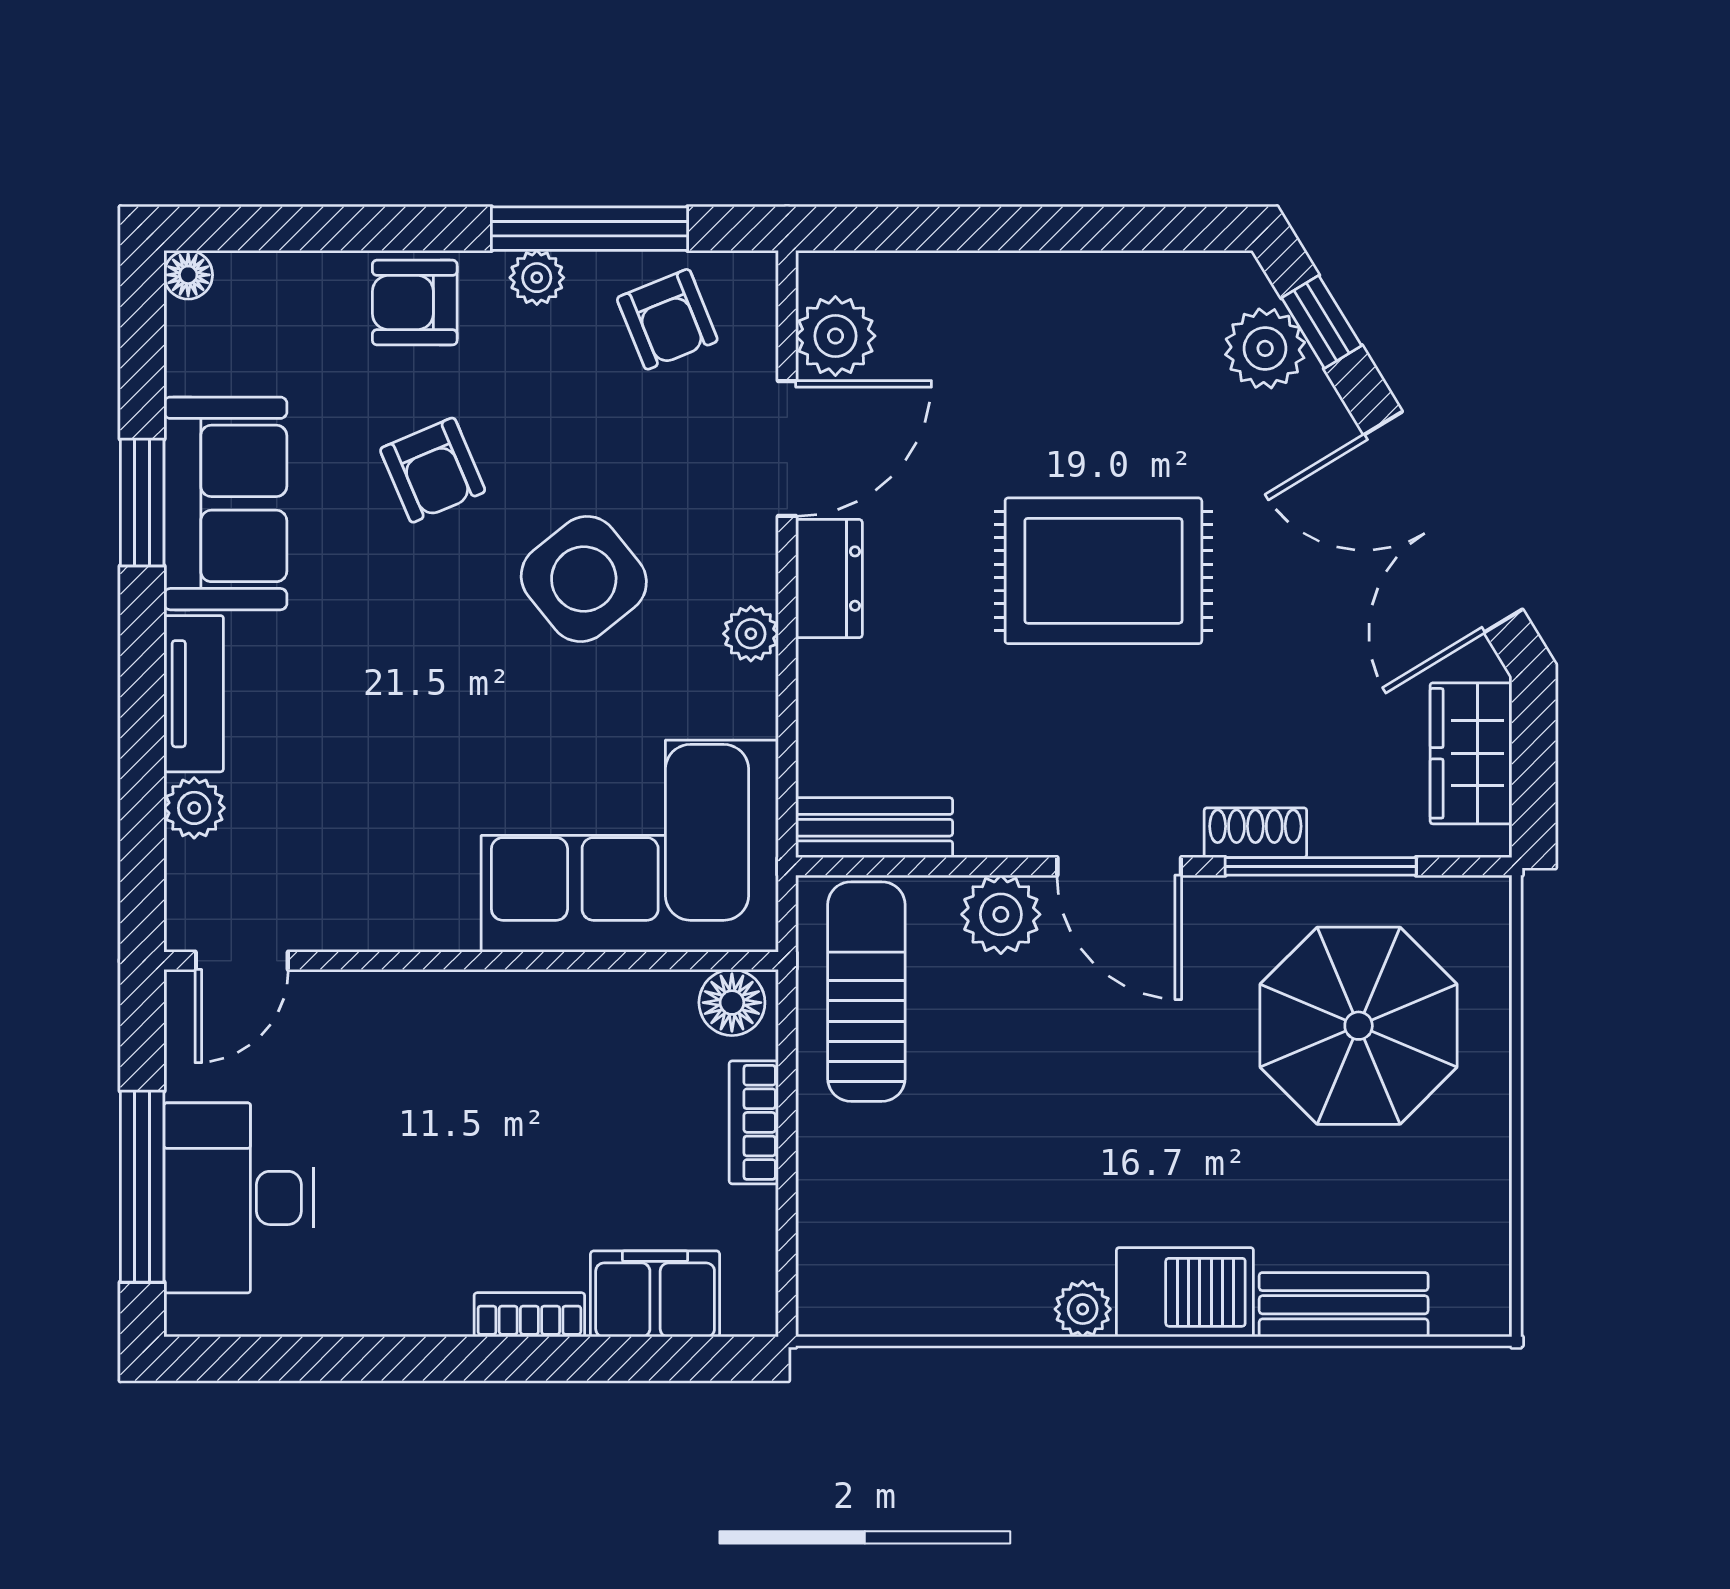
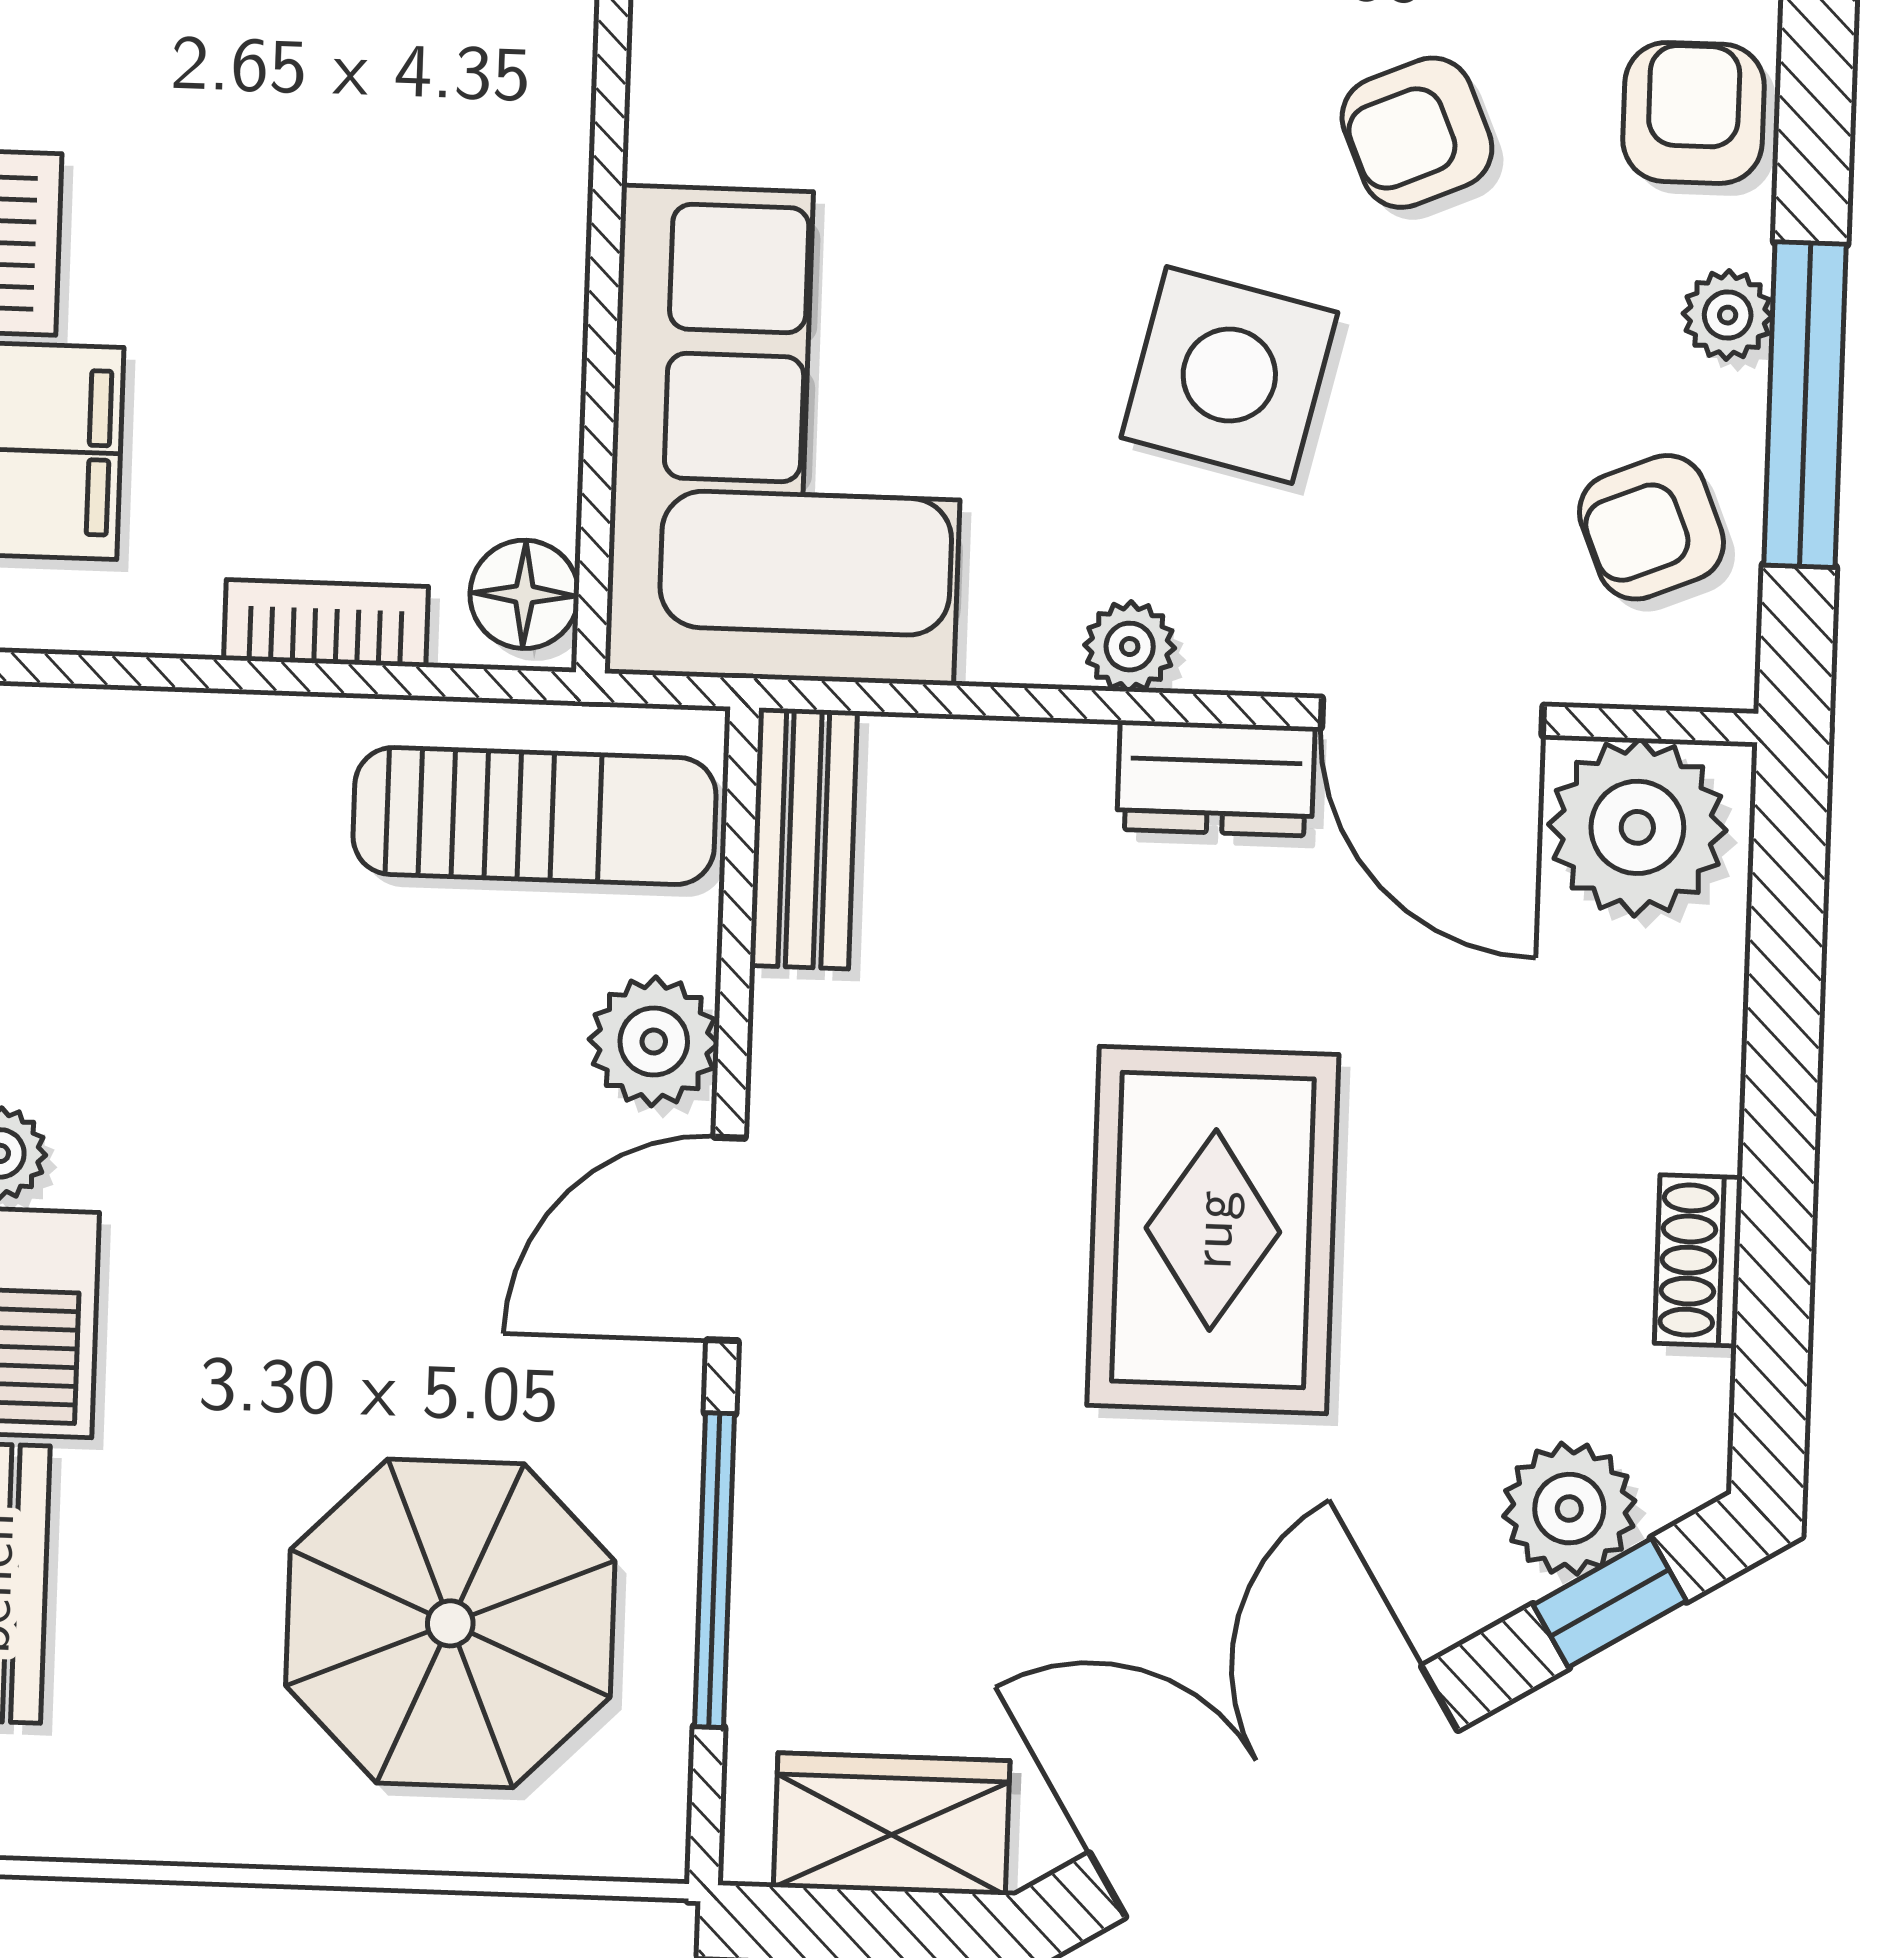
plant: (835, 336) -> (1637, 827), width x1.36, depth x1.36
side table: (584, 579) -> (1229, 375), turned -38
shoe rack: (1255, 833) -> (1698, 1260), moved, turned 180

